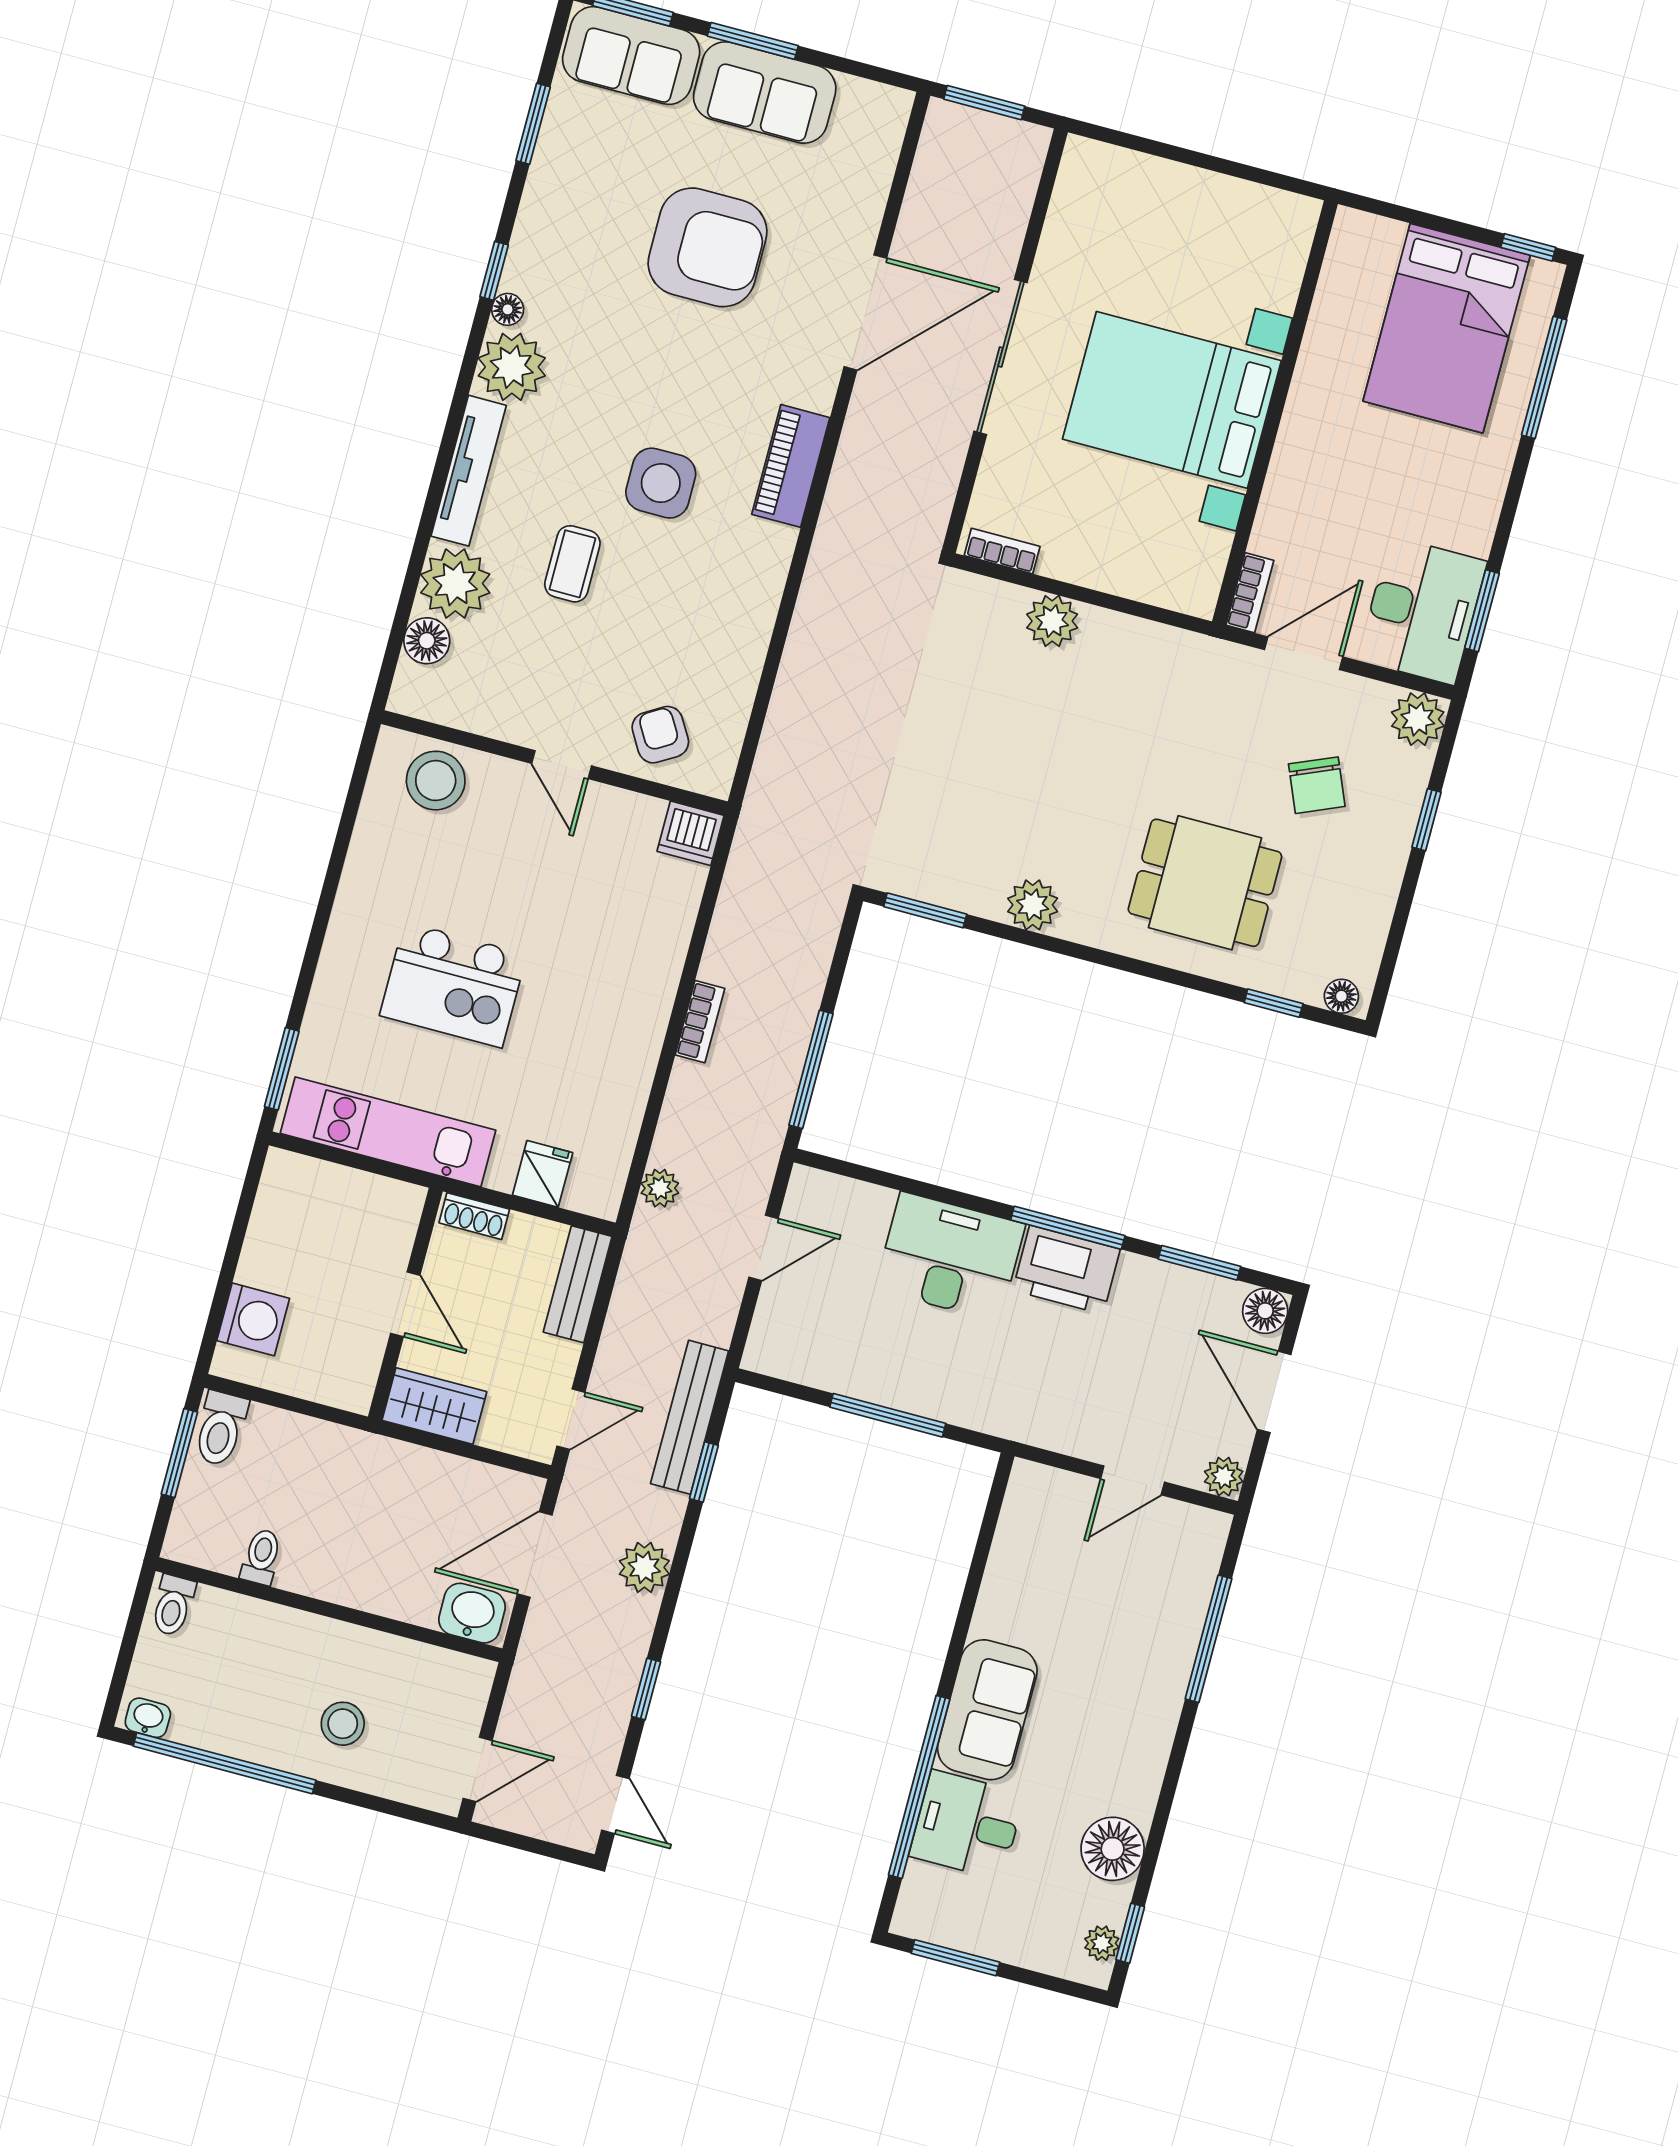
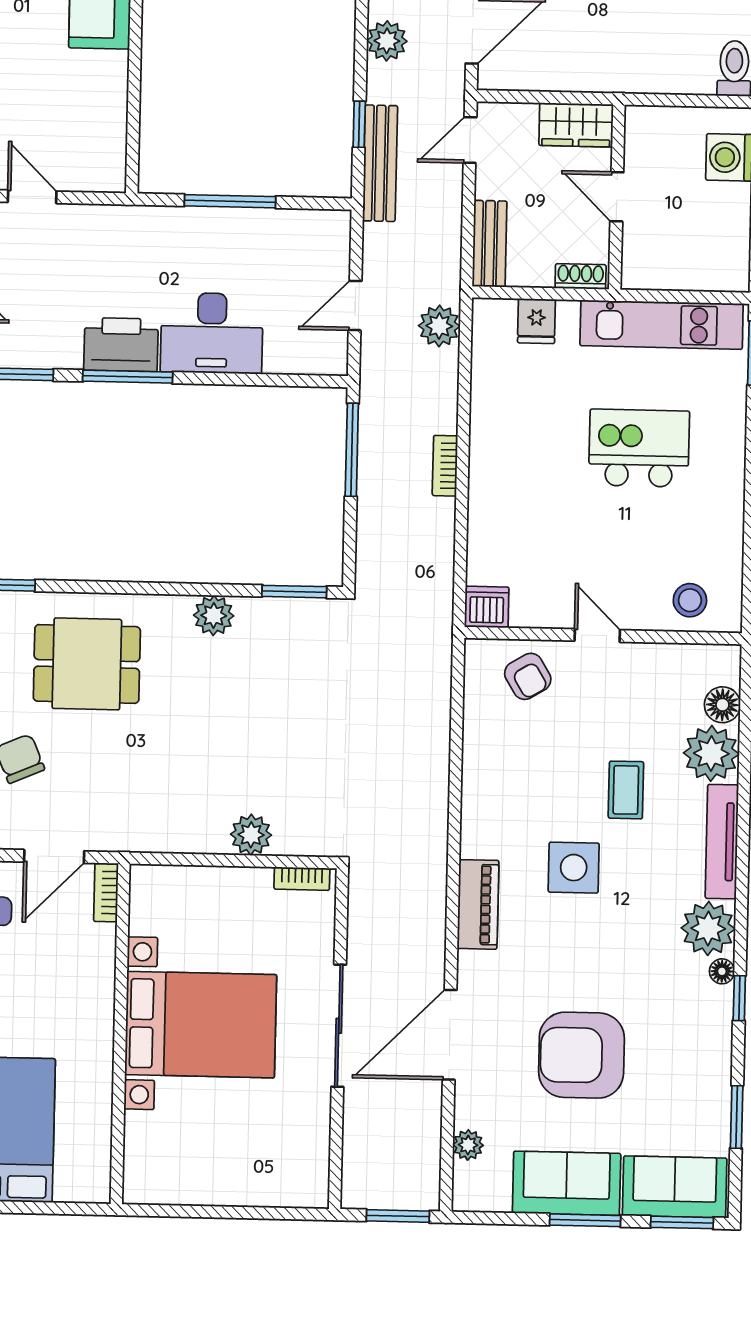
plant: (876, 170) -> (468, 1145), added
stool: (436, 781) -> (690, 600), width x0.73, depth x0.73
plant: (660, 1188) -> (439, 326), width x1.38, depth x1.38
door: (1133, 1480) -> (32, 197), hinge flipped

